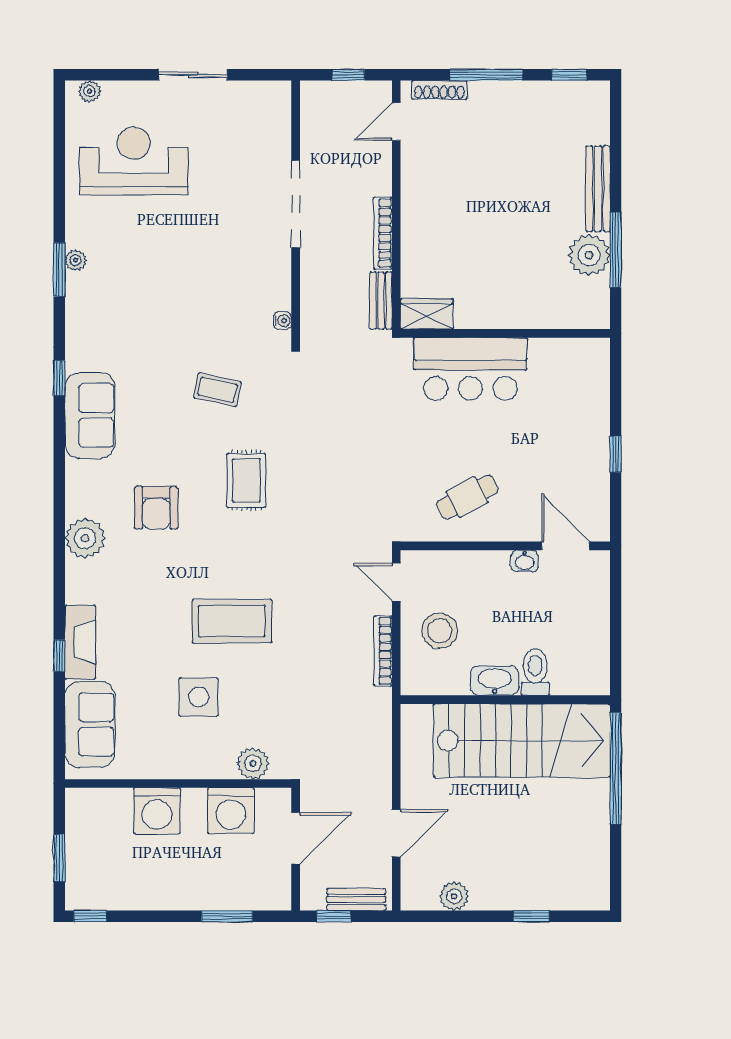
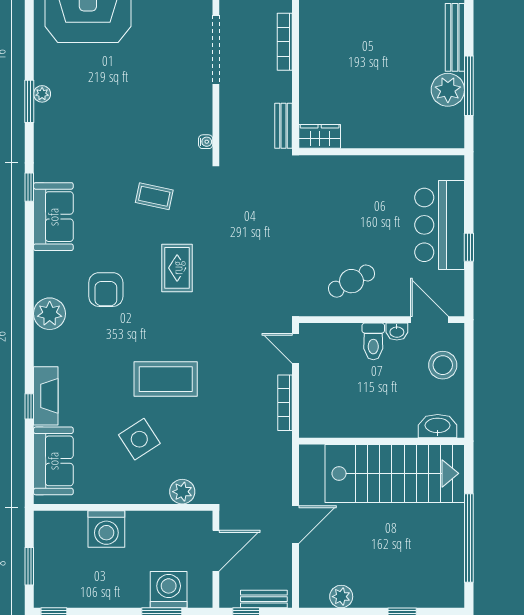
bookcase: (383, 233) -> (285, 42), moved
bar counter: (470, 369) -> (440, 225), moved, turned 90
stool: (440, 631) -> (443, 365), moved
toilet: (535, 672) -> (373, 341), moved, turned 180
washbasin: (495, 681) -> (438, 426), moved
side table: (199, 697) -> (139, 439), turned -33
window: (616, 768) -> (469, 538), moved
washing machine: (231, 811) -> (169, 590), moved, turned 180
door: (396, 833) -> (295, 525), moved

